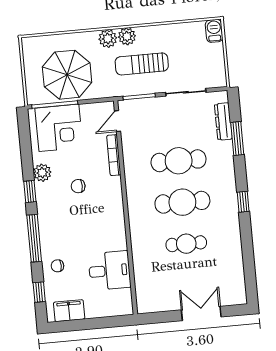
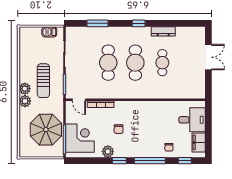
barbecue: (214, 31) -> (49, 32), moved
dresser: (223, 122) -> (163, 31), moved
desk: (110, 271) -> (192, 120), moved, turned 90
double door: (201, 313) -> (208, 57), swing flipped

